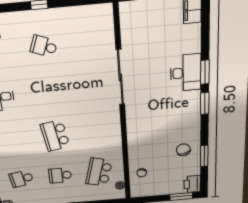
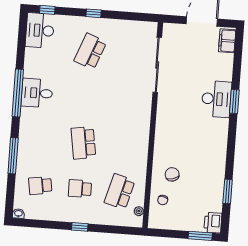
school desk: (44, 46) -> (90, 51), width x1.85
sliding door: (120, 77) -> (157, 65), moved
window: (205, 103) -> (232, 134), removed
chair: (183, 150) -> (172, 174), moved

